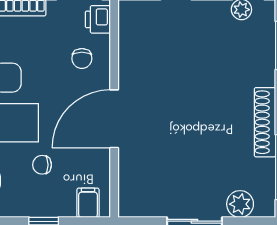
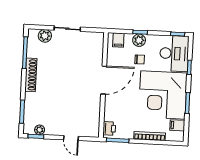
chair: (82, 58) -> (118, 110), removed
plant: (45, 204) -> (139, 40), added

